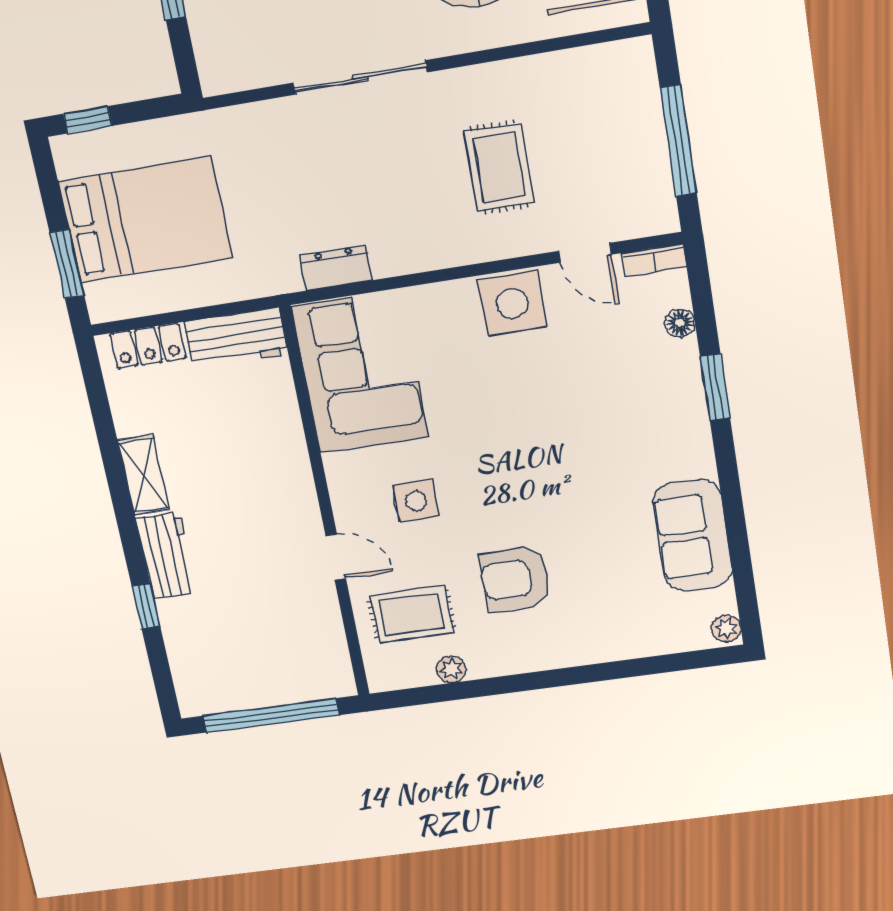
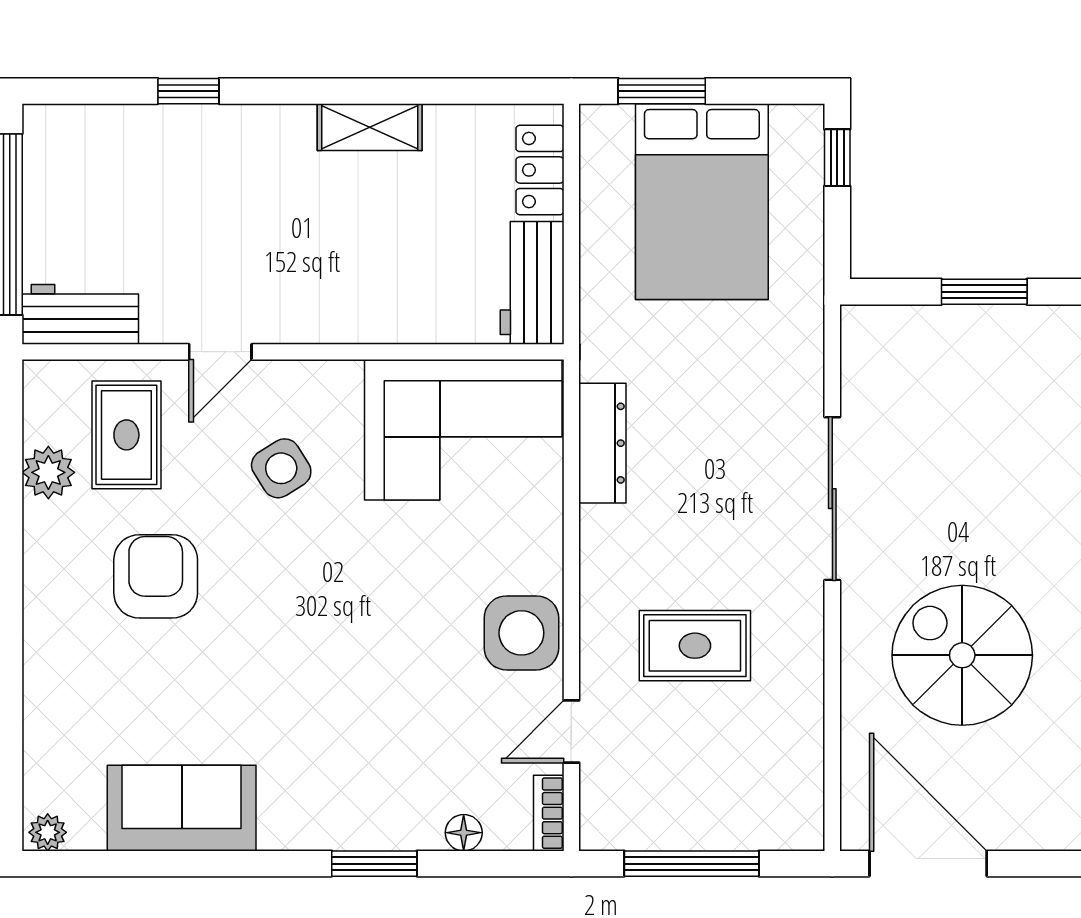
dresser: (336, 268) -> (602, 443), width x1.44
side table: (416, 501) -> (281, 468), turned -32
workbench: (167, 556) -> (80, 314), moved, turned 180
plant: (451, 669) -> (48, 472), width x1.38, depth x1.38

